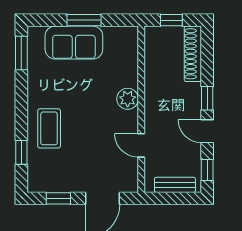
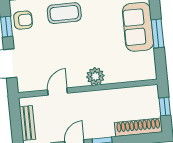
armchair: (53, 178) -> (23, 20), added

